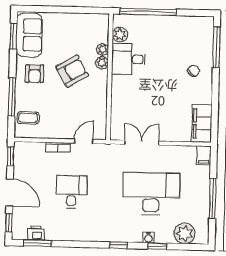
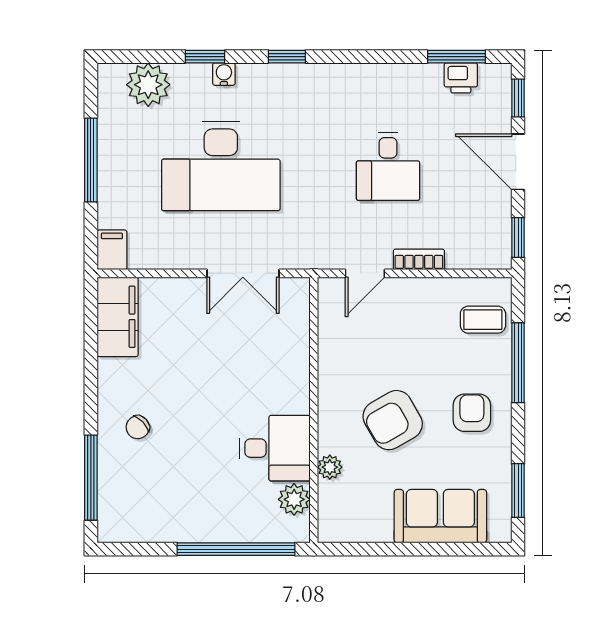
sofa: (29, 35) -> (440, 516), moved, turned 90
plant: (102, 63) -> (331, 439), removed

